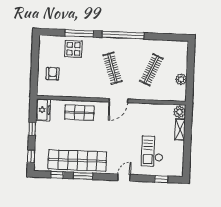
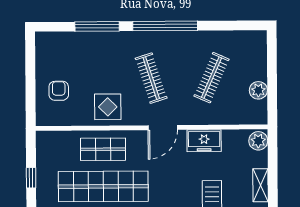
display table: (73, 49) -> (108, 107), moved
freezer: (43, 110) -> (204, 141), moved, turned 90
shelving: (180, 129) -> (260, 185), moved
shop shelf: (78, 137) -> (103, 186), added

